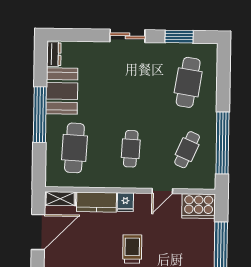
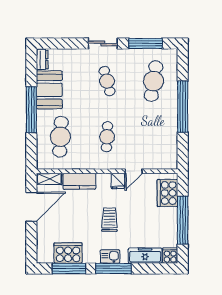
window: (179, 37) -> (145, 43), width x1.44
window: (222, 143) -> (183, 107), moved
cafe table: (187, 150) -> (107, 81), moved, turned -39
fridge: (125, 202) -> (118, 181), moved
cooker: (199, 206) -> (167, 193), moved, turned 90

